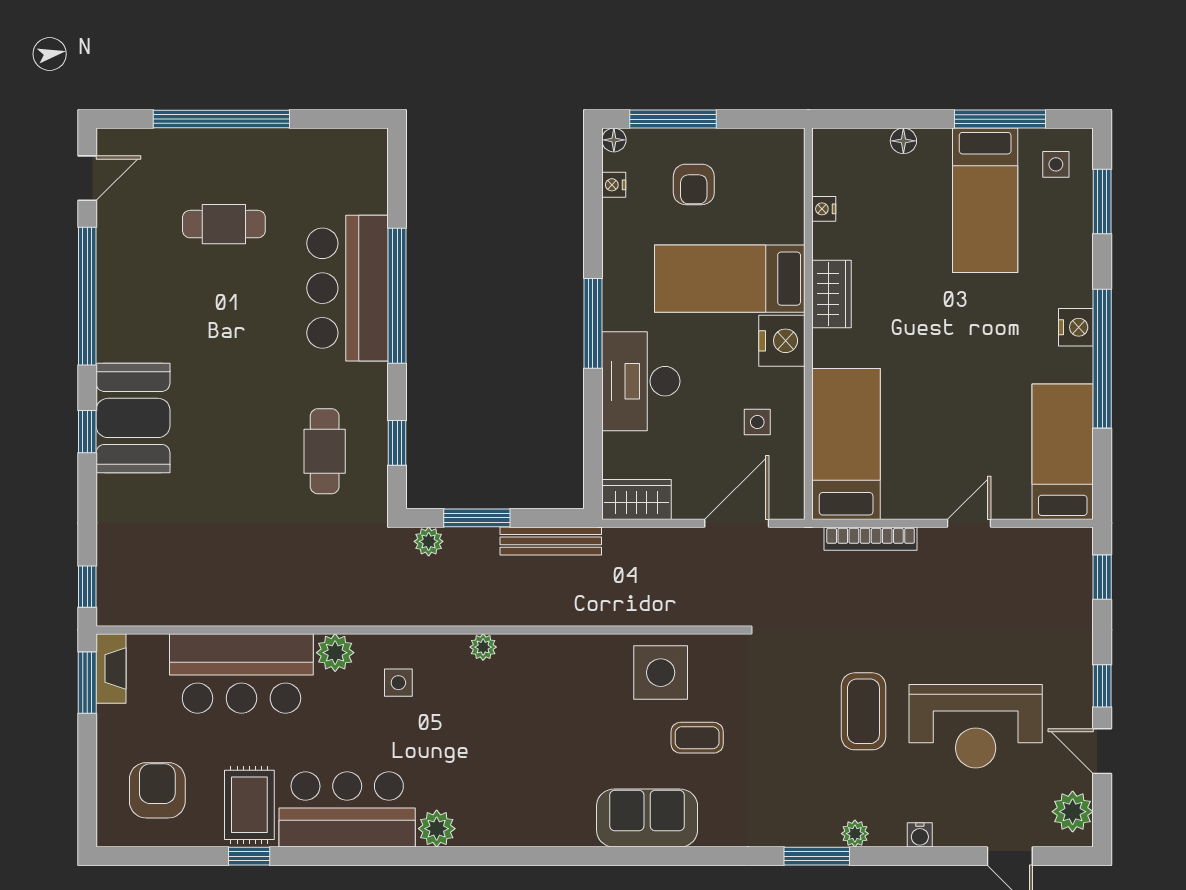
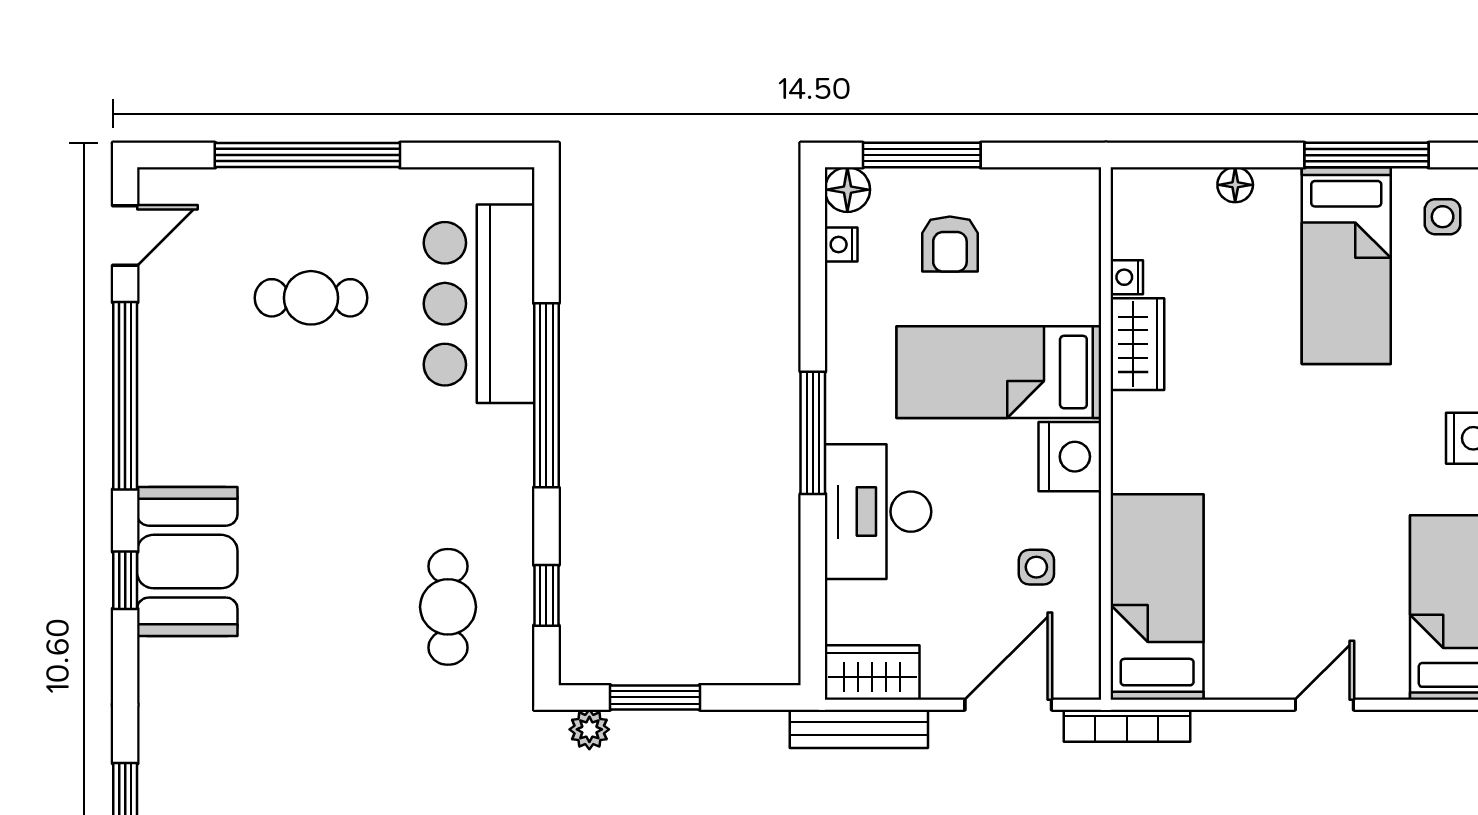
floor lamp: (614, 140) -> (847, 190), width x1.37, depth x1.37
bar counter: (348, 288) -> (479, 304), moved
wardrobe: (832, 294) -> (1137, 344), moved
bookcase: (871, 539) -> (1127, 726), moved
bench: (551, 541) -> (859, 729), moved

